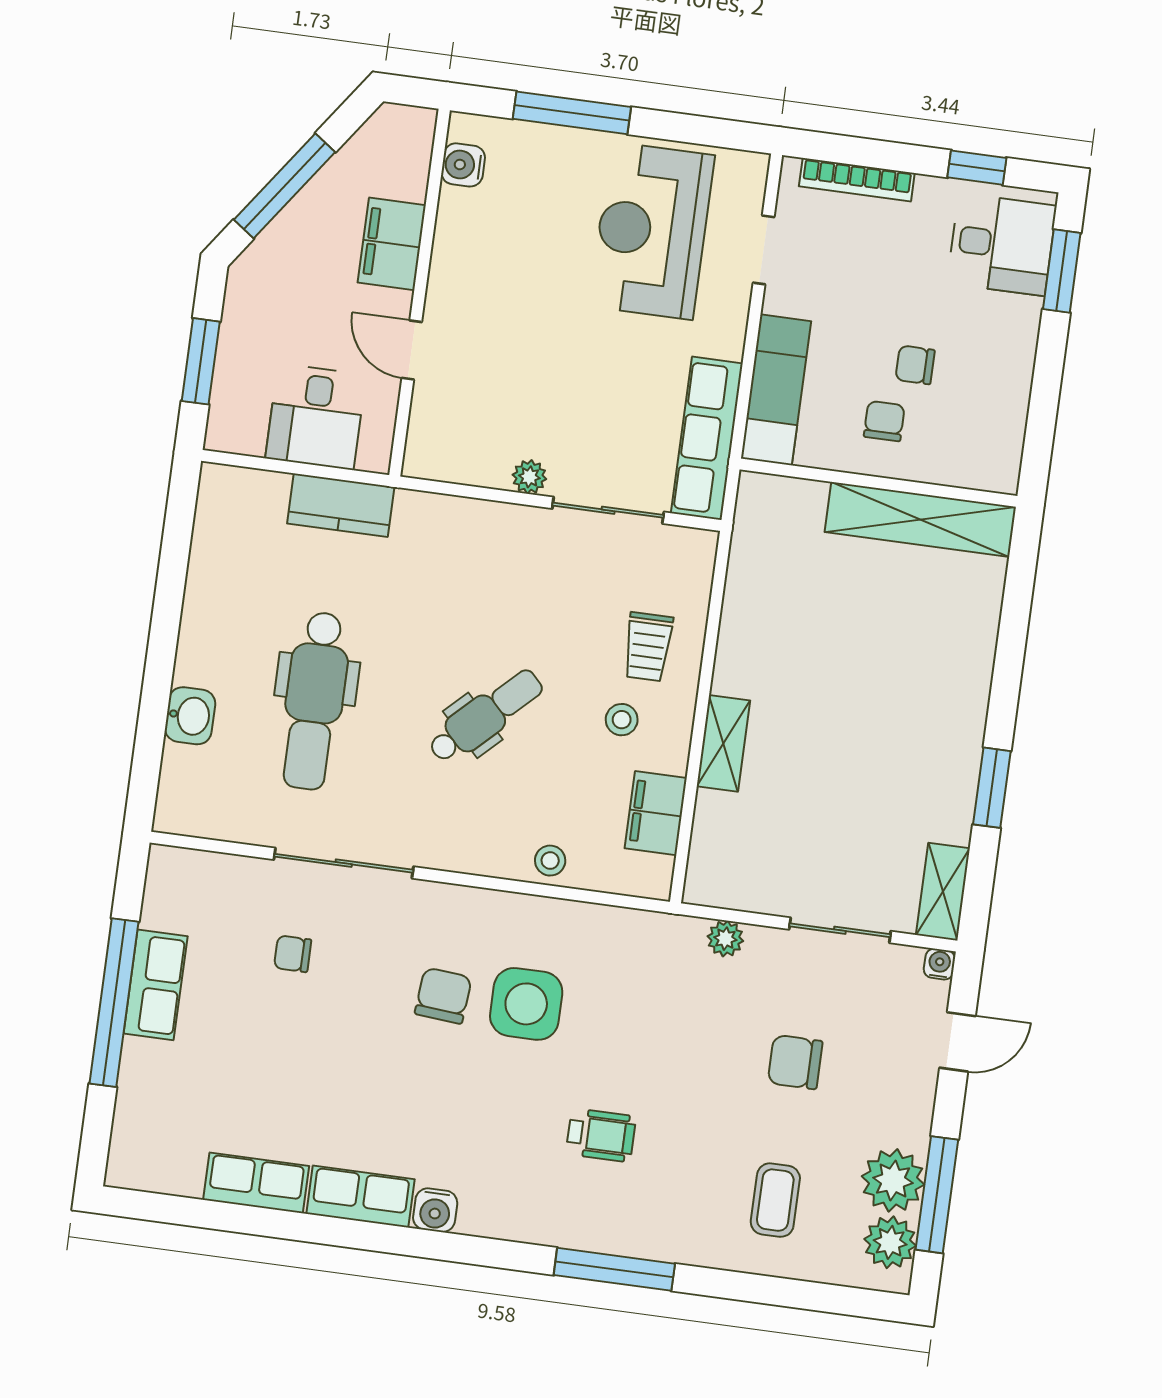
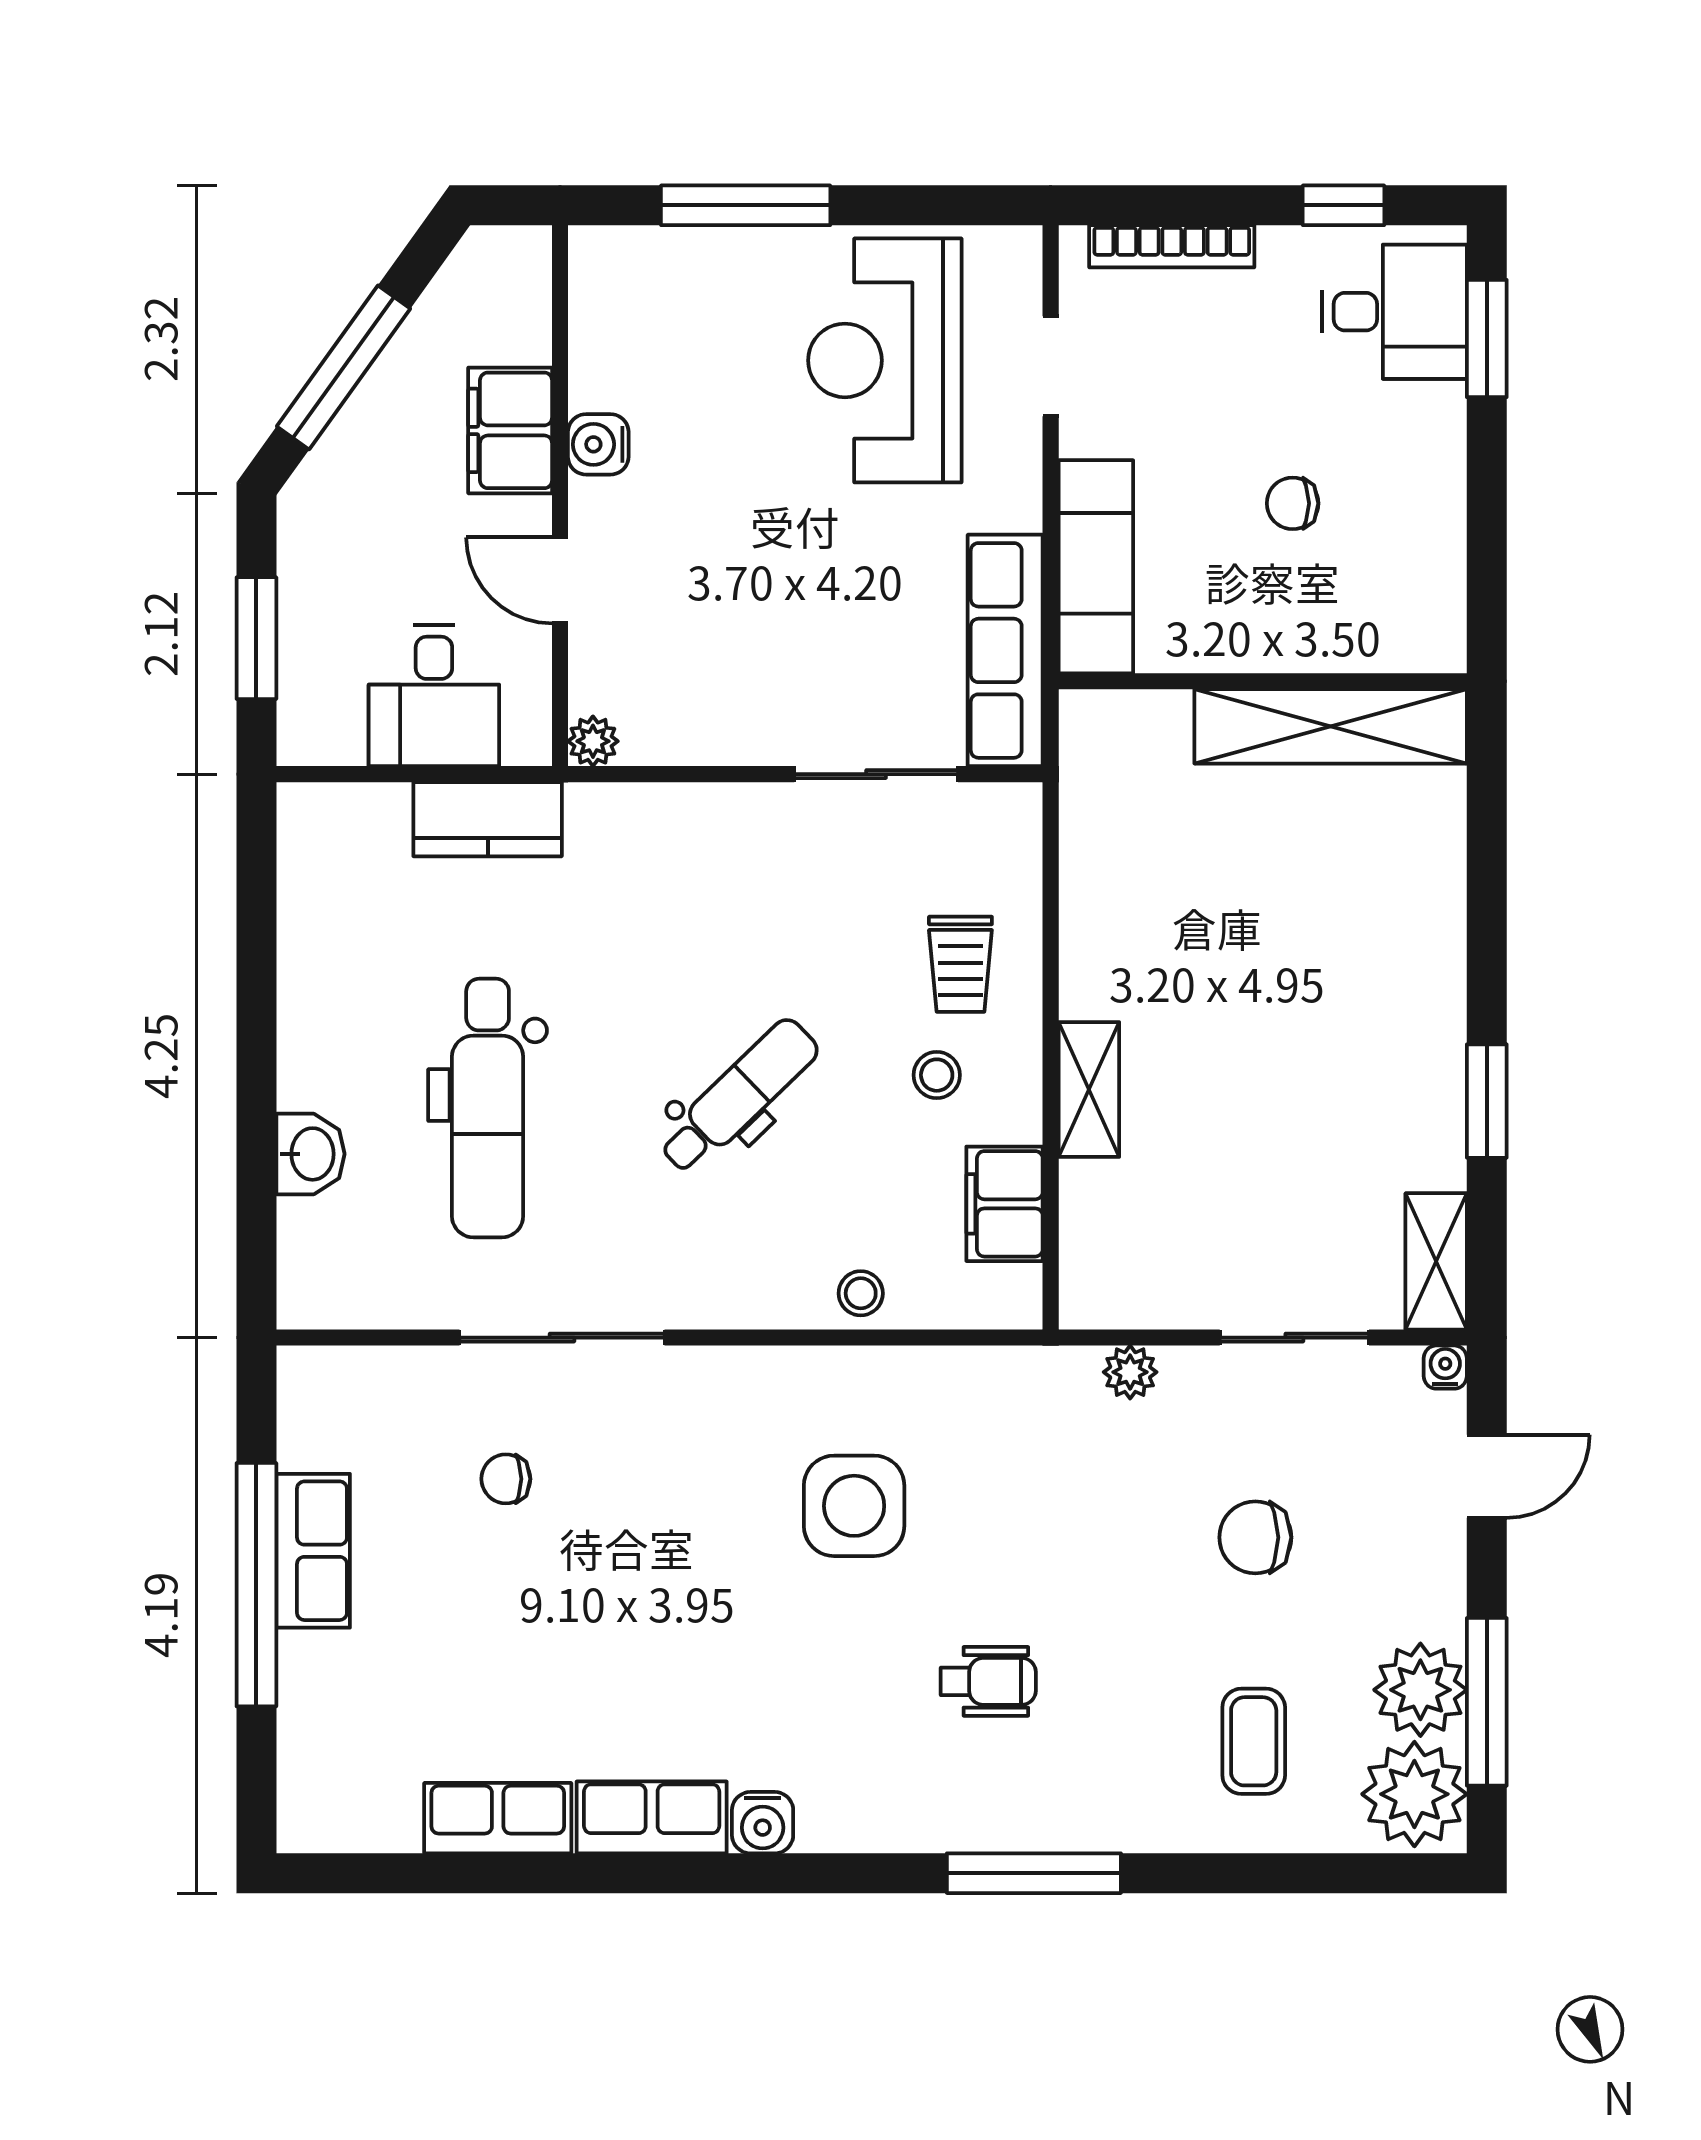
water cooler: (463, 165) -> (598, 444), moved
chair: (884, 421) -> (1259, 591), removed
plant: (529, 477) -> (593, 741), moved
chair: (443, 996) -> (732, 1510), removed
plant: (890, 1242) -> (1414, 1794), width x1.36, depth x1.36

